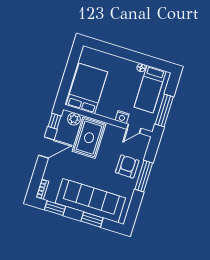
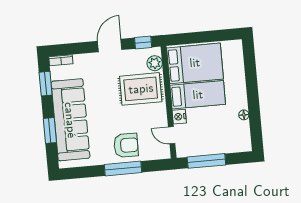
bed: (150, 89) -> (198, 95), moved, turned 180
door: (46, 148) -> (110, 45), swing flipped

